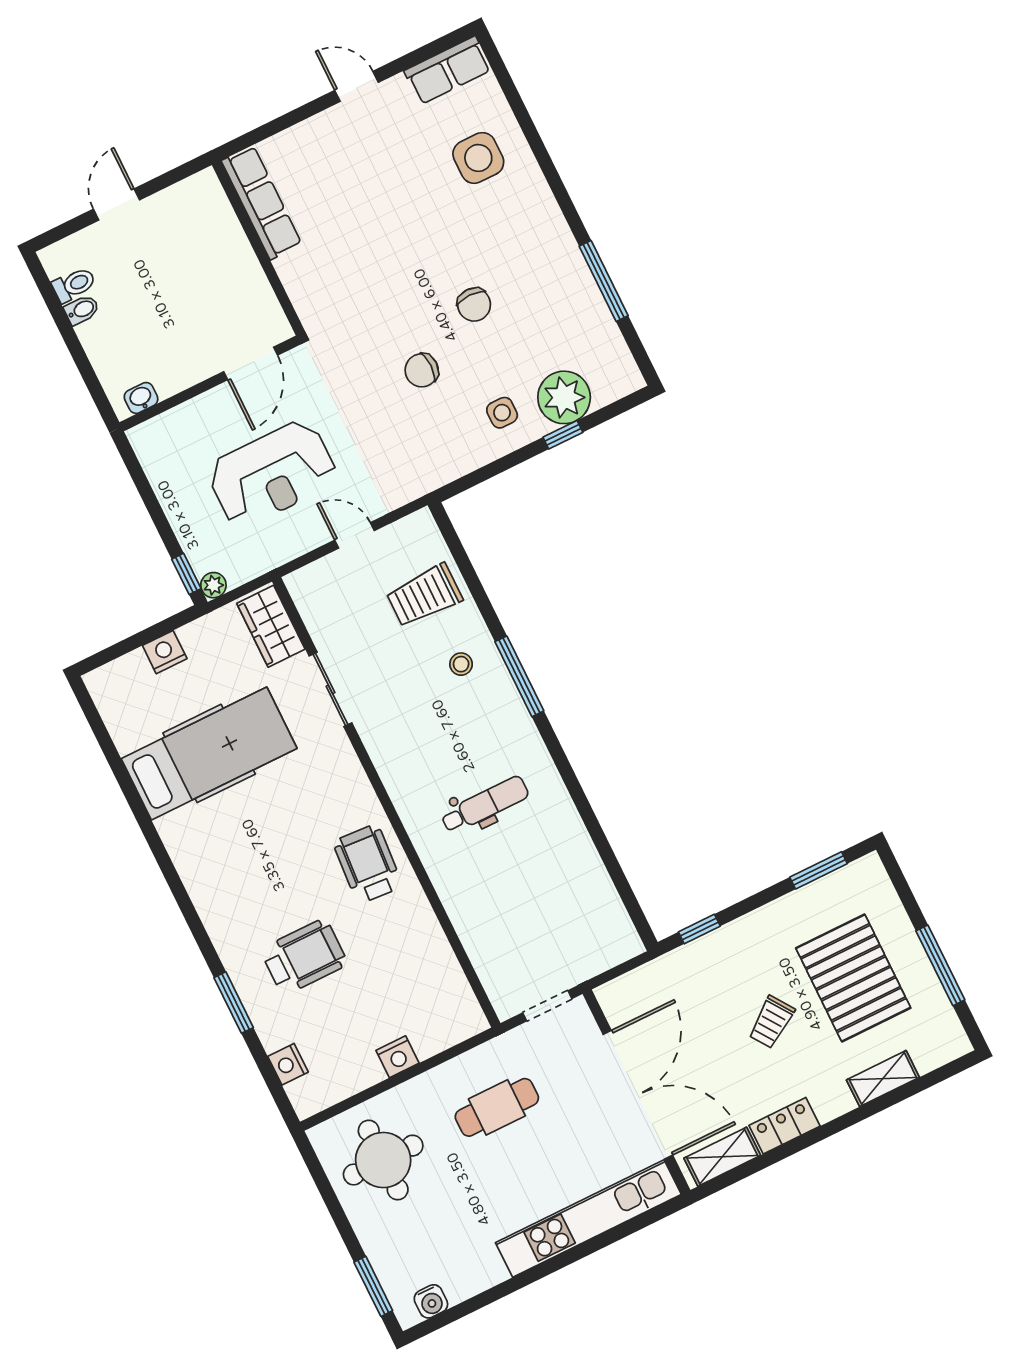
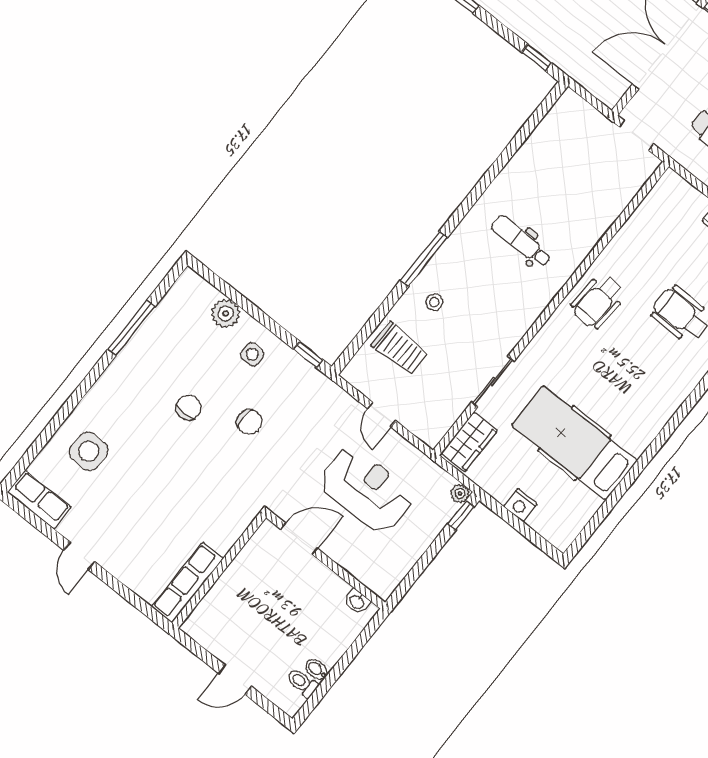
plant: (564, 397) -> (226, 313), width x0.73, depth x0.73
window: (563, 435) -> (308, 354), moved

